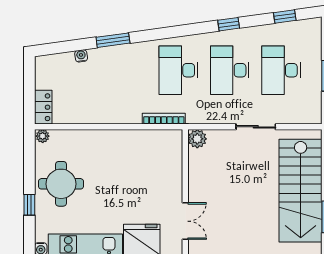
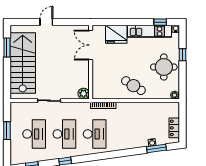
window: (113, 40) -> (156, 148), moved
locker: (43, 107) -> (174, 128), moved
cafe table: (113, 152) -> (133, 86), added
double door: (185, 221) -> (91, 45), width x1.37

